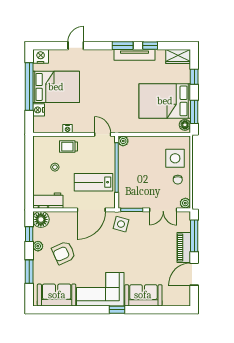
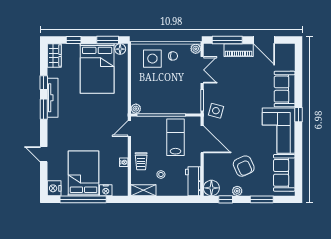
shelving: (39, 149) -> (143, 190), added
lab bench: (93, 182) -> (175, 137), turned 180

